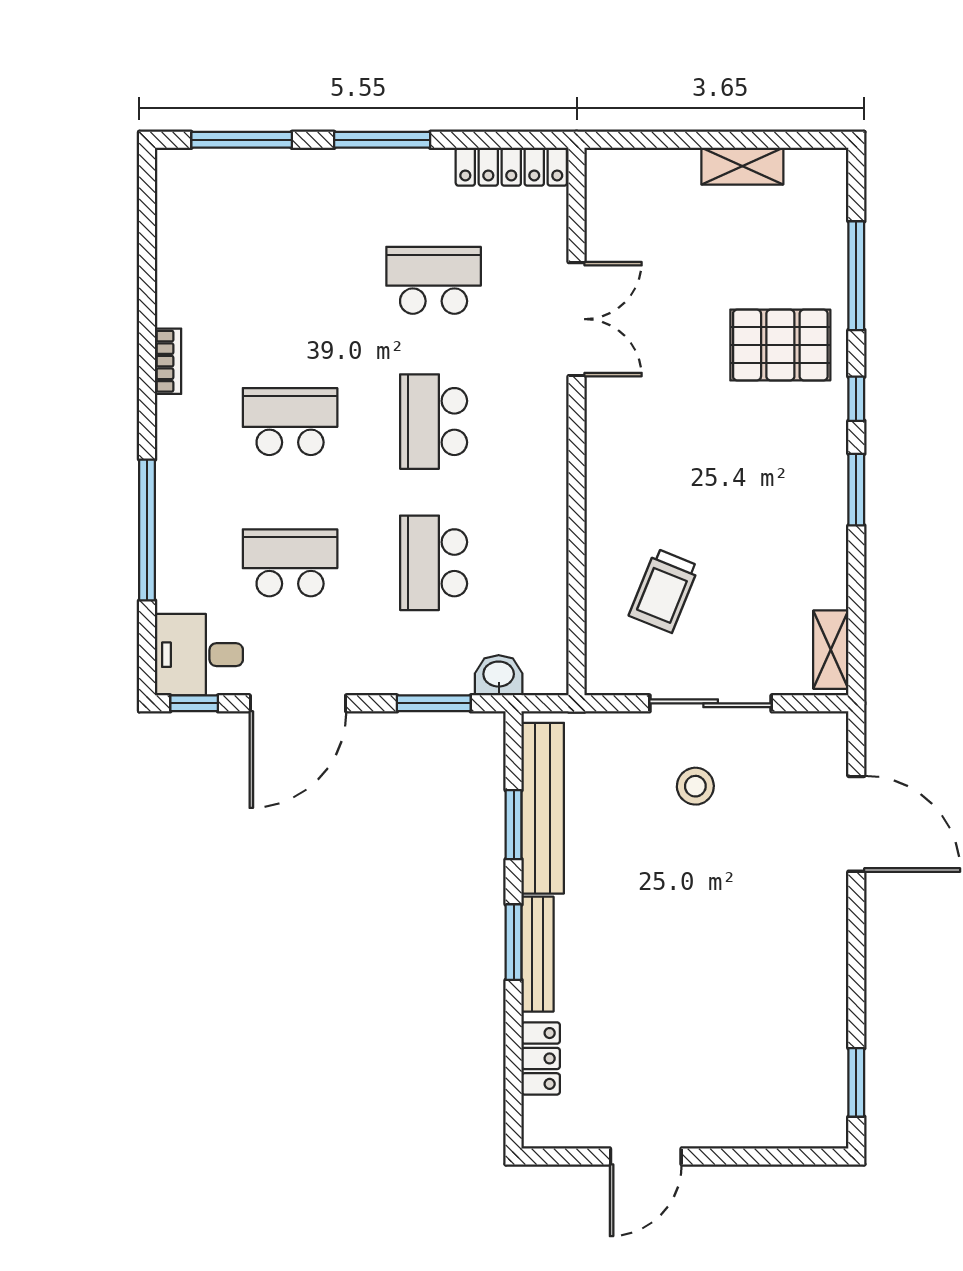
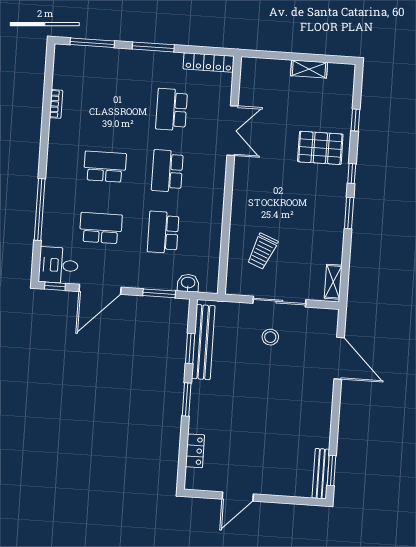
window: (856, 276) -> (355, 120), width x0.46
school desk: (434, 280) -> (172, 110), turned -90
bookcase: (168, 361) -> (56, 104), moved
bench: (538, 954) -> (321, 474), moved

